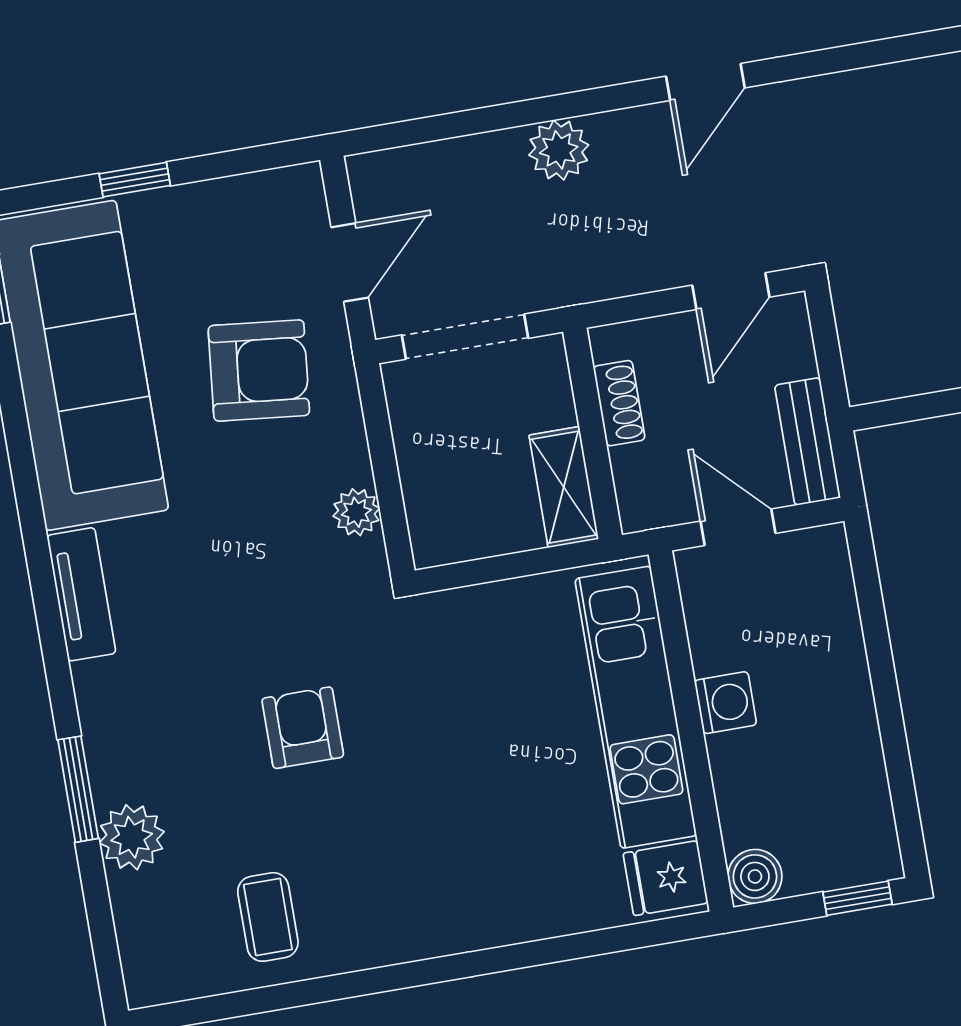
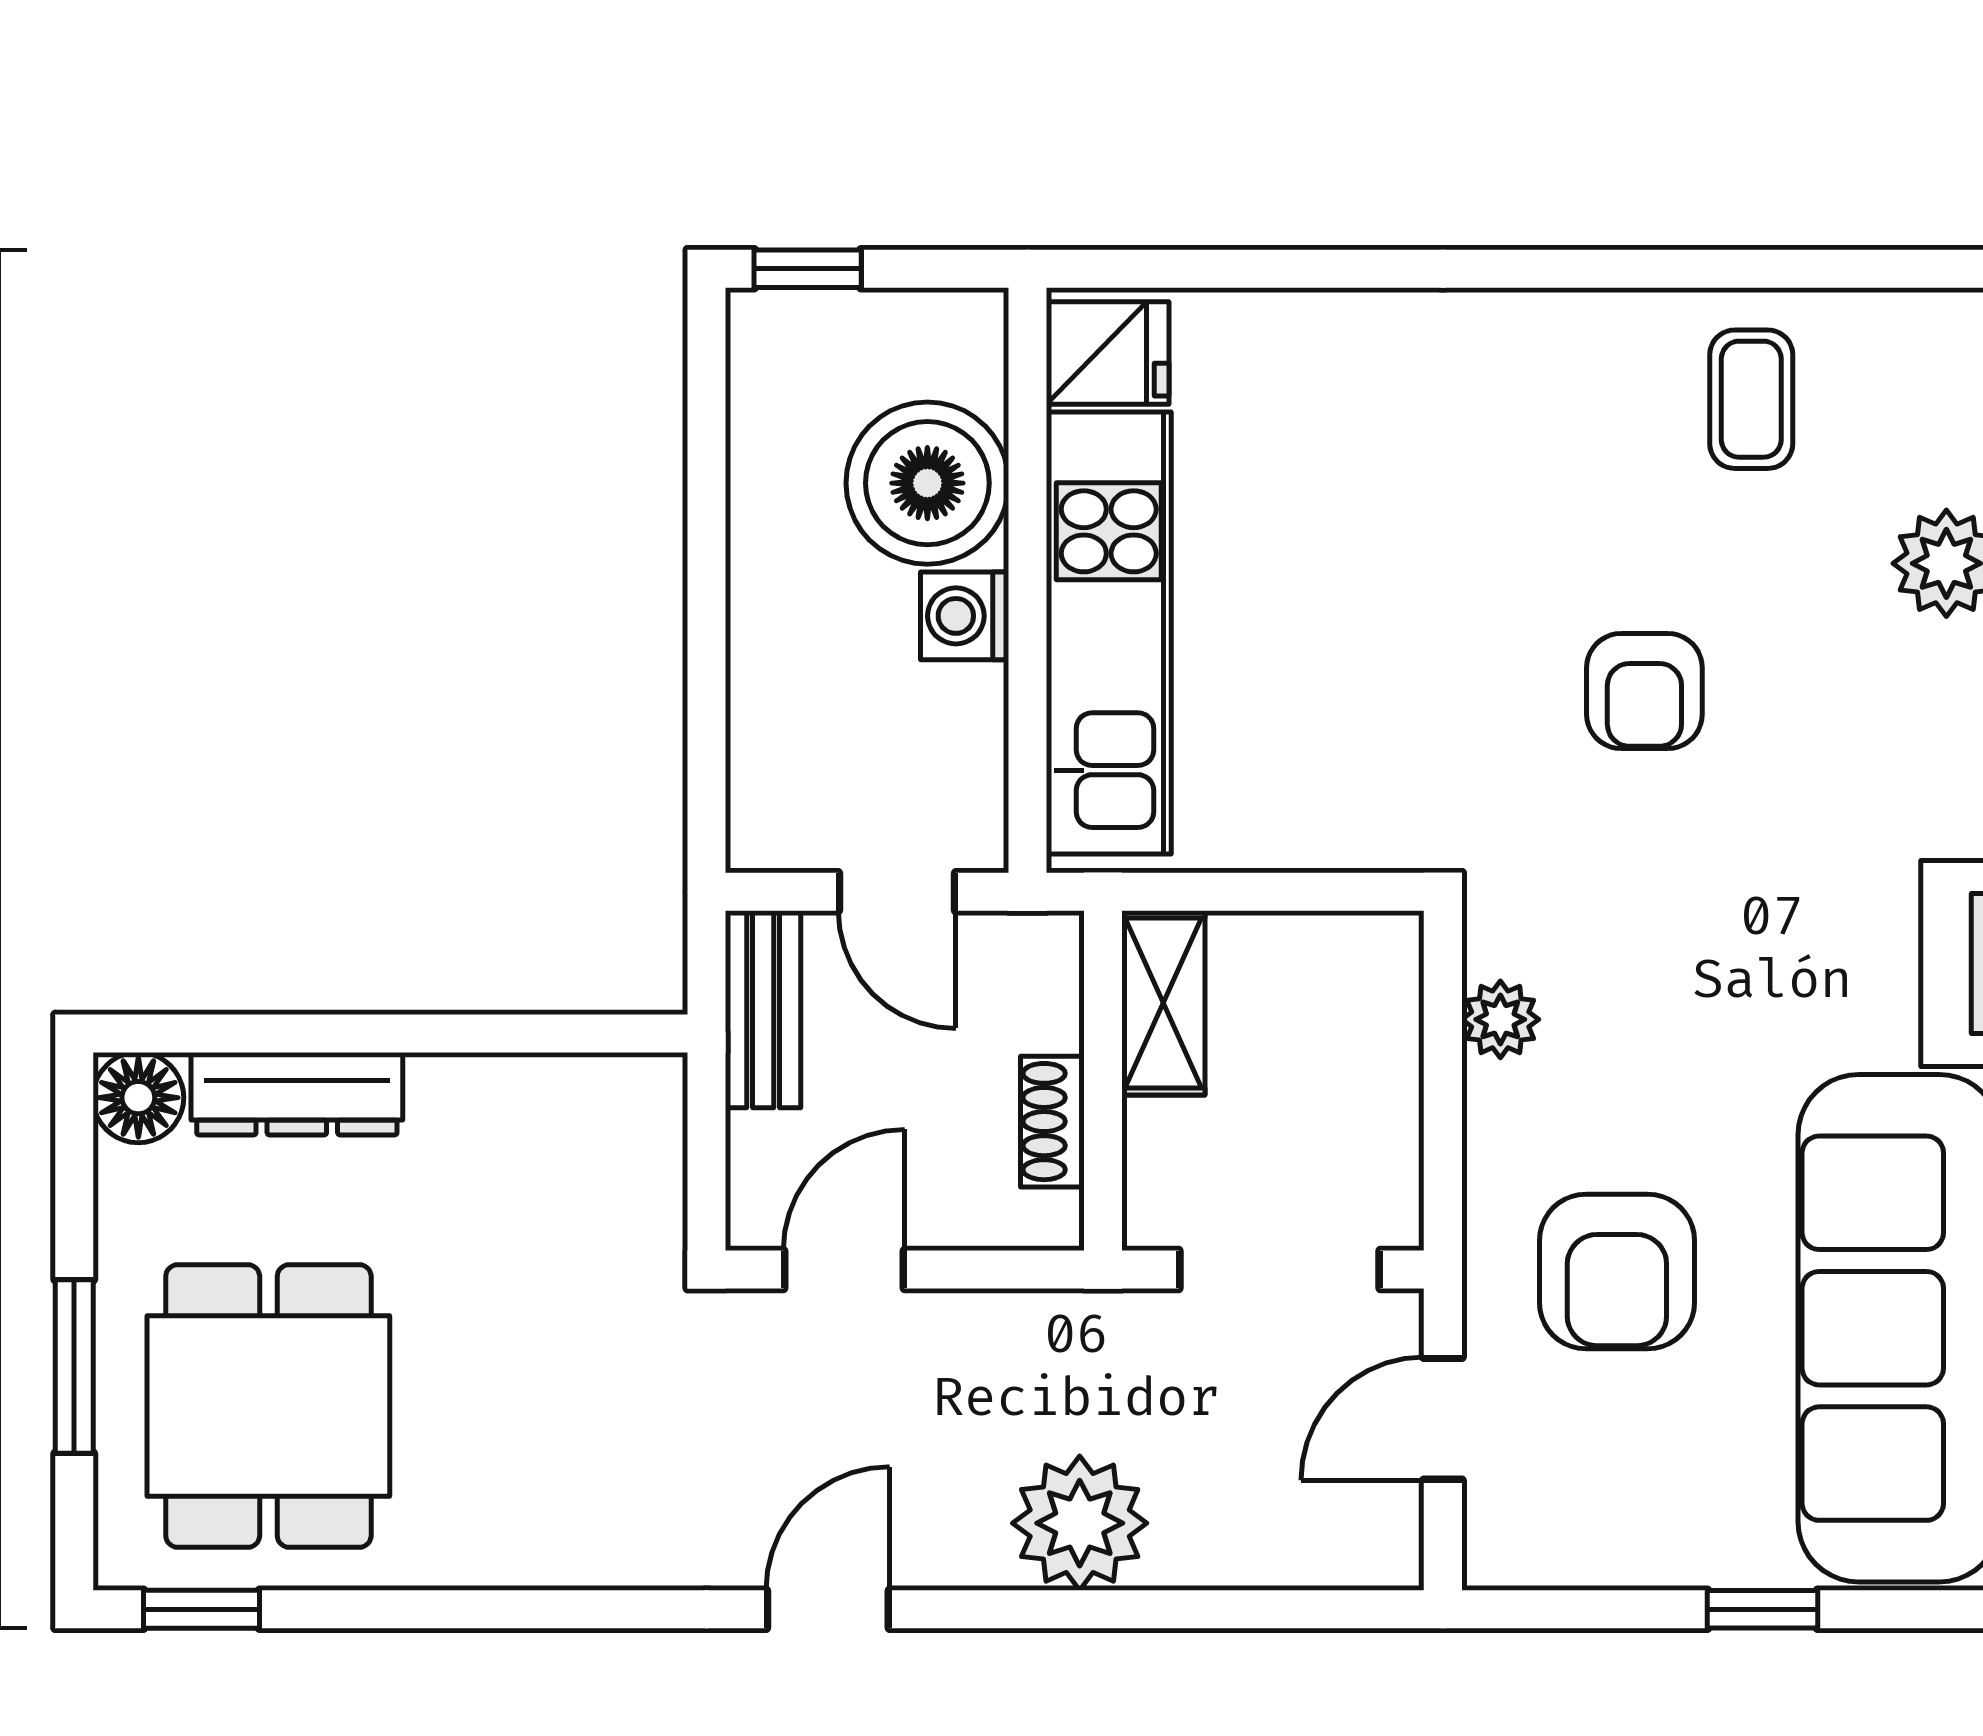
plant: (559, 150) -> (1080, 1523), width x1.36, depth x1.36
armchair: (259, 370) -> (1617, 1272), turned -96
boiler: (755, 876) -> (927, 483), moved, width x1.86, depth x1.86

